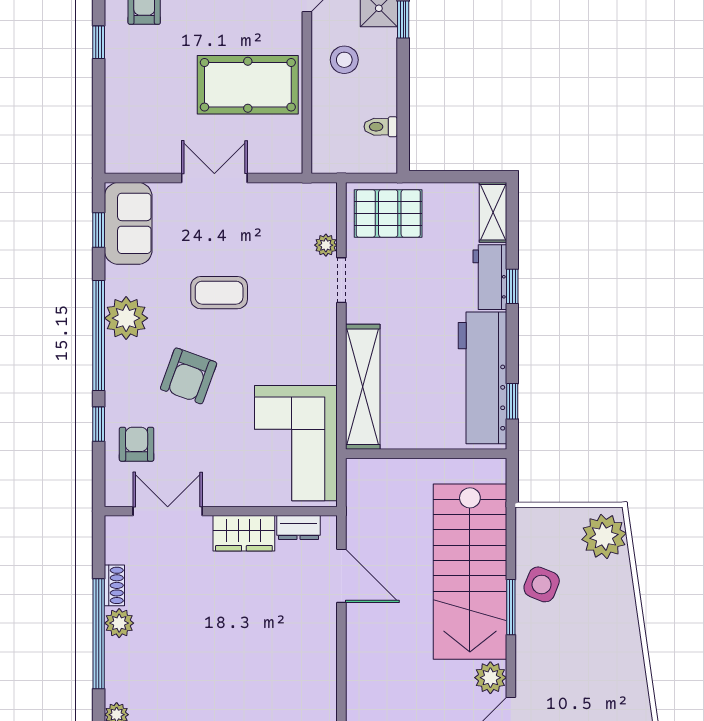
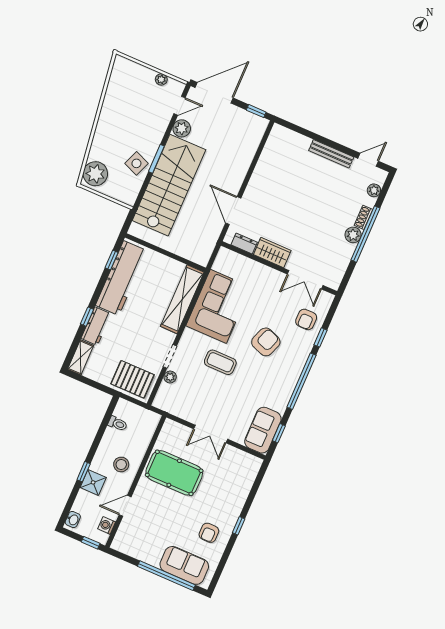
coffee table: (219, 293) -> (220, 362), moved
plant: (126, 318) -> (284, 384), removed
corner sofa: (296, 443) -> (218, 306), moved
shoe rack: (114, 585) -> (363, 217), moved

